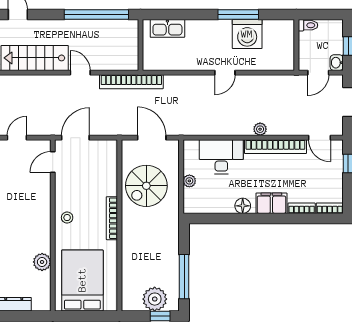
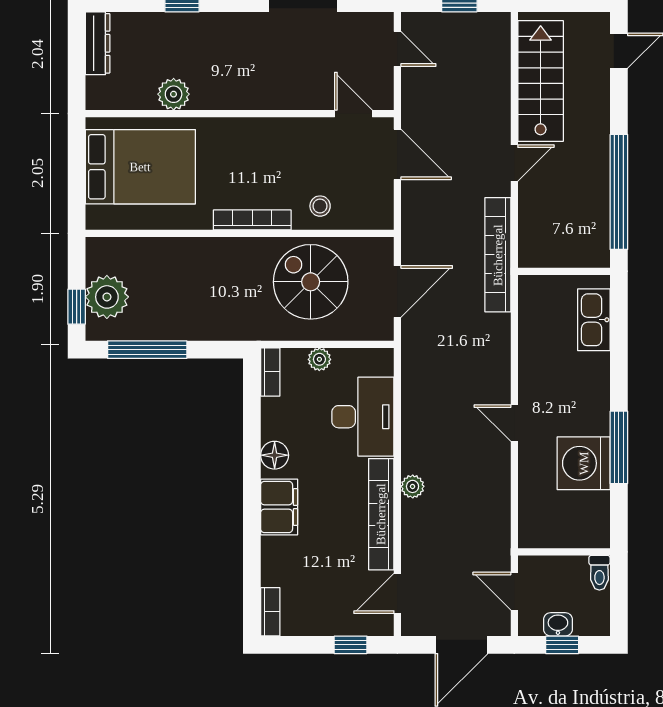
washbasin: (337, 63) -> (558, 624), moved
bookcase: (302, 208) -> (270, 372), moved
stool: (67, 218) -> (320, 206), moved

